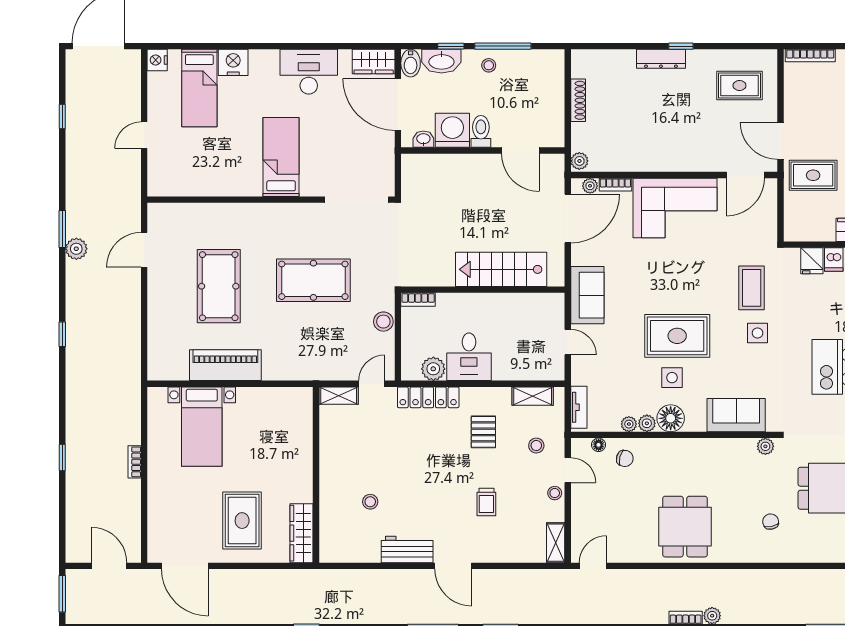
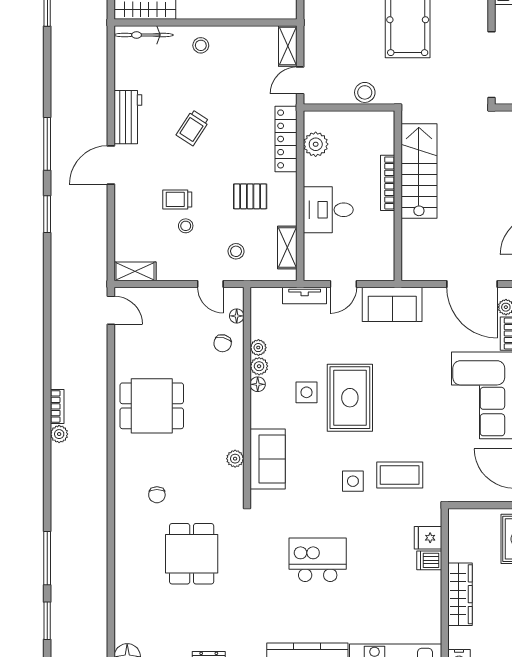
stairs: (501, 269) -> (419, 171), moved
bookcase: (418, 300) -> (388, 183), moved, width x1.56
desk: (469, 357) -> (328, 210), moved
door: (372, 384) -> (300, 80), swing flipped
tv unit: (579, 407) -> (305, 296), moved
floor lamp: (671, 418) -> (258, 384), width x0.53, depth x0.53
plant: (765, 446) -> (235, 459), moved
door: (568, 470) -> (210, 284), hinge flipped
trolley: (417, 487) -> (193, 128), added
stool: (555, 493) -> (186, 226), moved
stool: (370, 502) -> (201, 45), moved
chair: (771, 522) -> (157, 495), turned 102
bicycle: (328, 534) -> (144, 35), added

